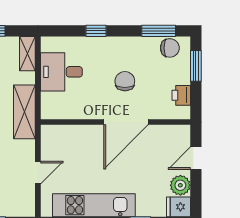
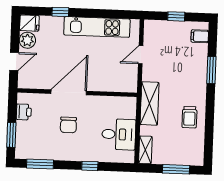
chair: (170, 48) -> (32, 150), removed

